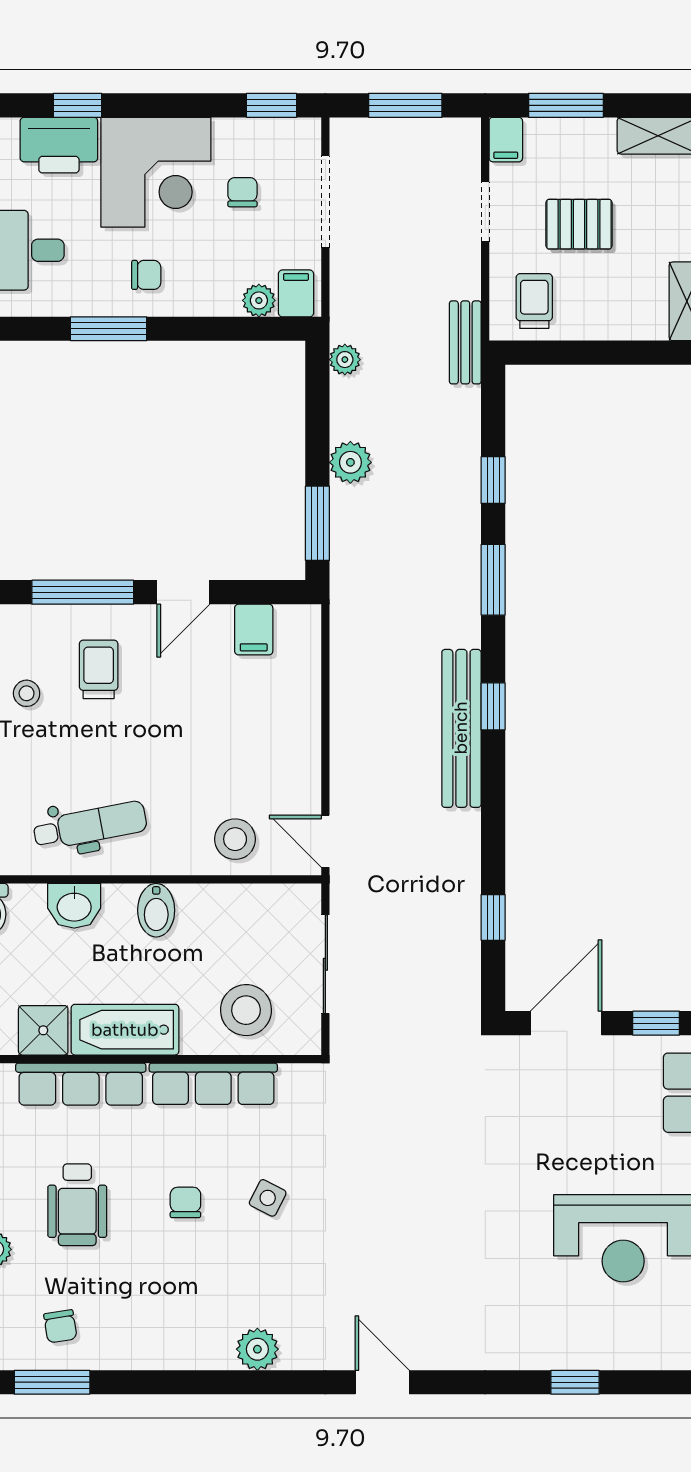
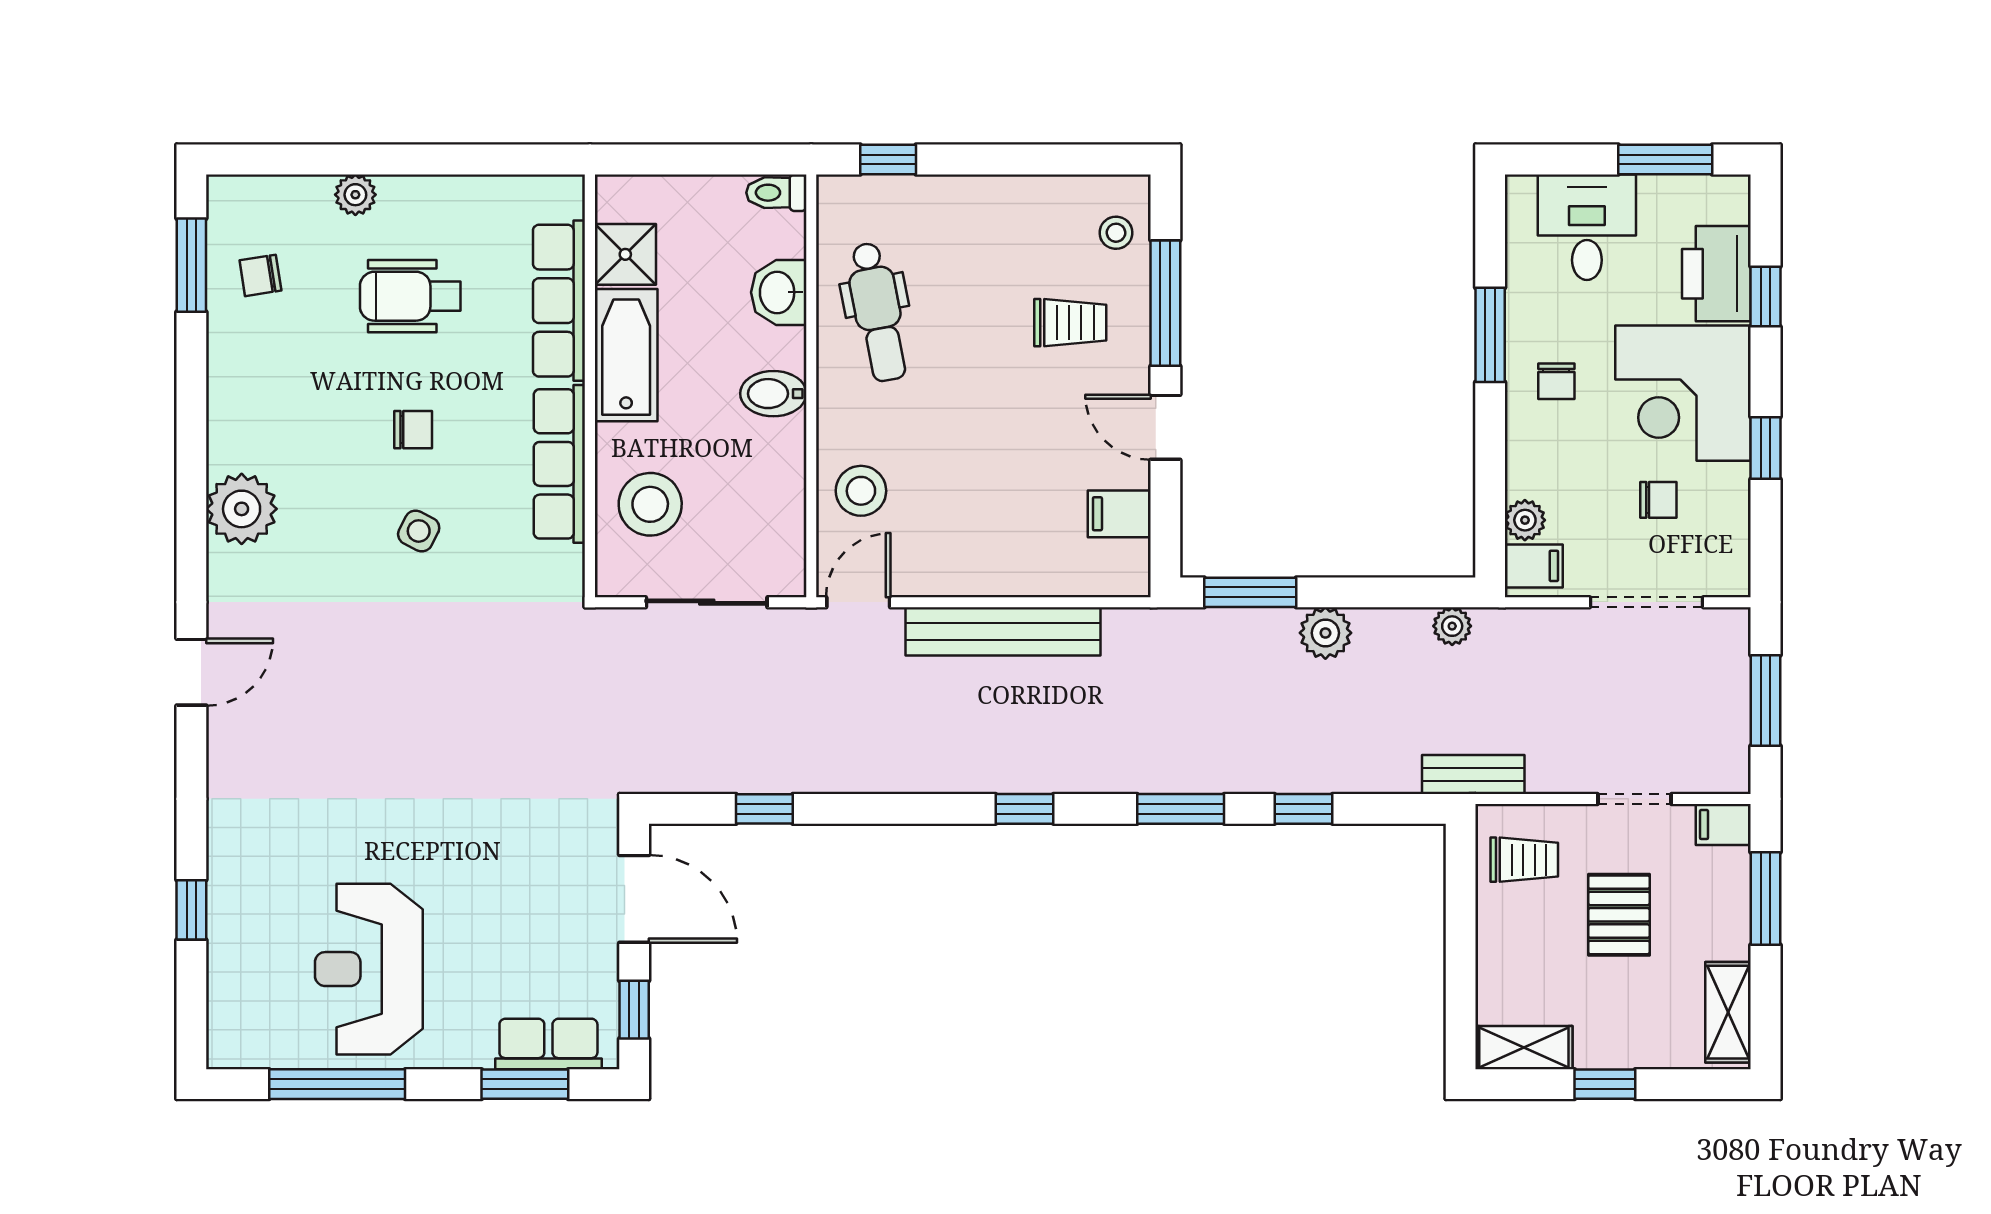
window: (272, 105) -> (1765, 448), moved
stool: (27, 693) -> (1116, 233), moved
bench: (461, 728) -> (1003, 631), moved
plant: (257, 1349) -> (242, 509), width x1.36, depth x1.36

